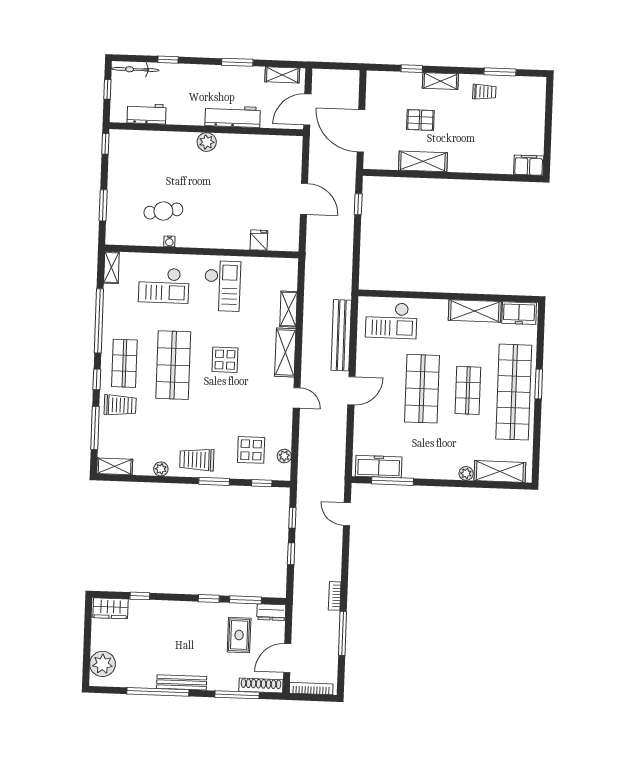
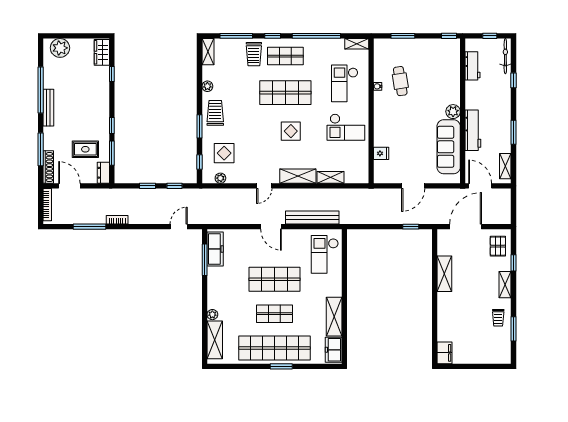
pallet: (420, 120) -> (498, 246), moved
sofa: (254, 150) -> (449, 147), added

